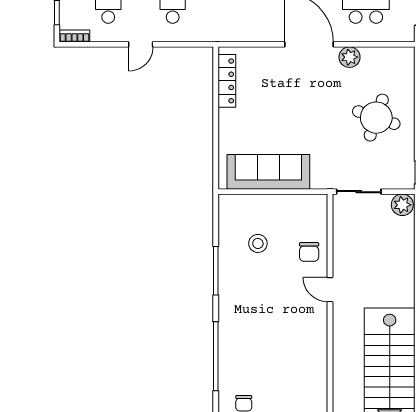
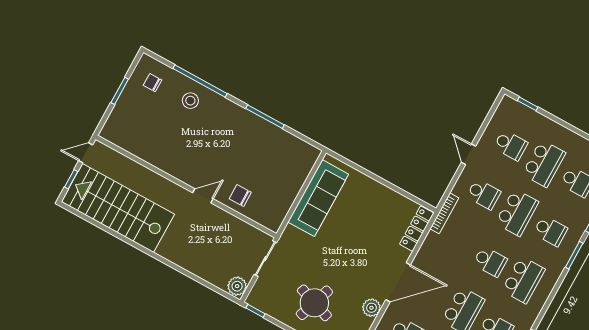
bookcase: (74, 36) -> (444, 213), moved, width x1.56
locker: (227, 81) -> (417, 229), moved, turned 90
stool: (258, 243) -> (190, 101), moved

